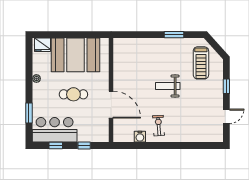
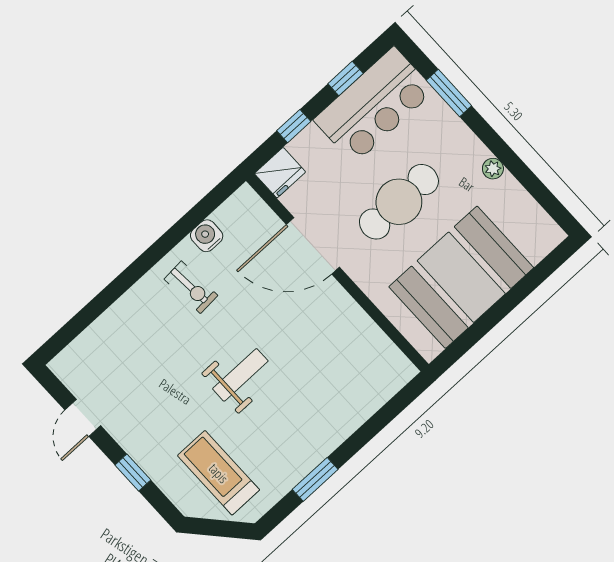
fridge: (43, 45) -> (280, 173), moved, turned 180
cafe table: (73, 94) -> (399, 202), width x1.37, depth x1.35

